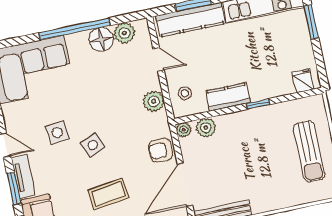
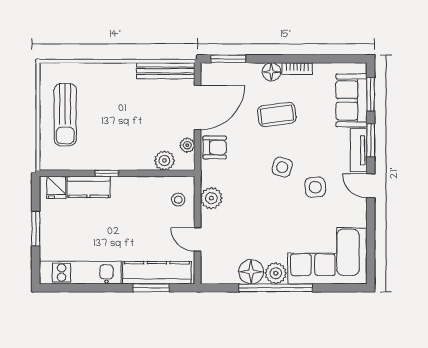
window: (311, 22) -> (36, 229), moved
plant: (124, 33) -> (276, 273), moved
kitchen counter: (228, 97) -> (89, 187), moved
plant: (184, 130) -> (187, 145), moved
side table: (93, 145) -> (282, 167), turned 38
sun lounger: (309, 152) -> (65, 115), turned 180

